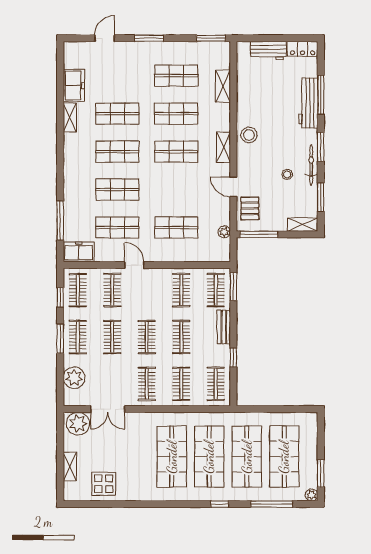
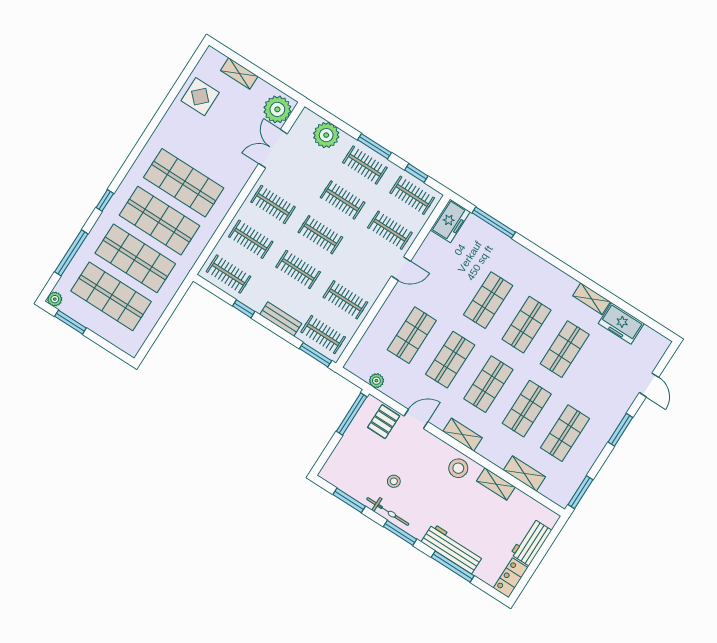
pallet: (250, 208) -> (384, 422), turned 90
shelving: (303, 225) -> (496, 484), moved, turned 90
shop shelf: (117, 228) -> (450, 360), moved

